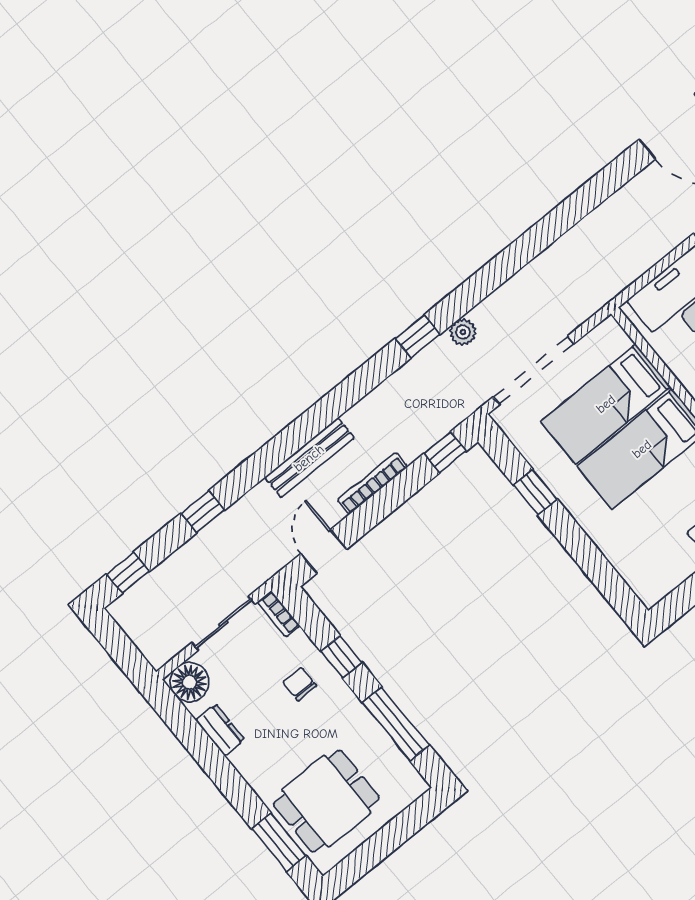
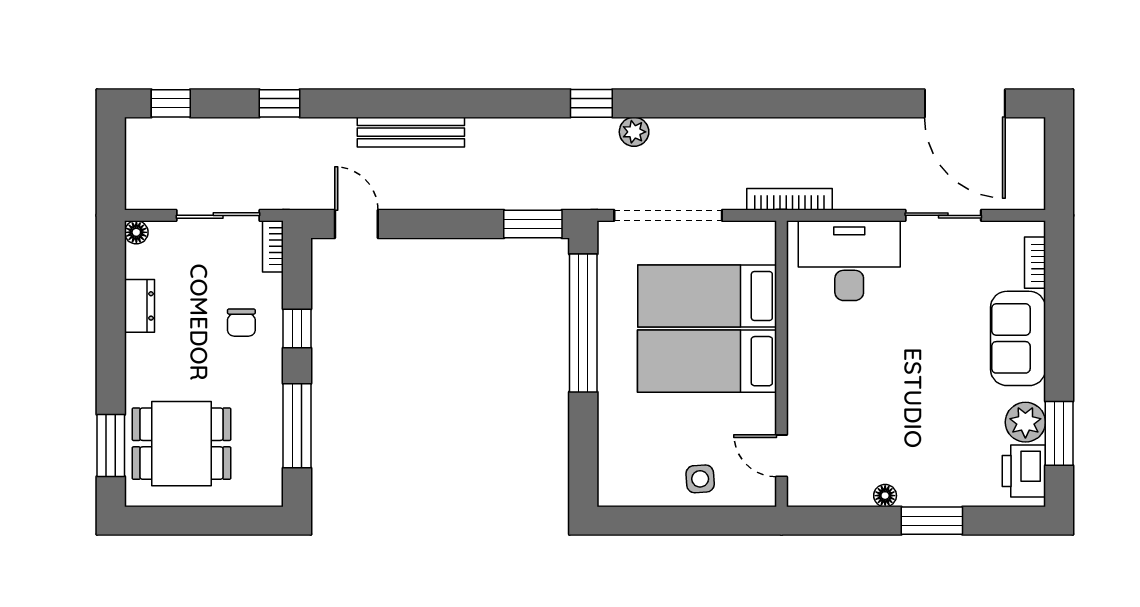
window: (445, 452) -> (533, 224), width x1.50
bookcase: (372, 483) -> (789, 199), moved
window: (535, 492) -> (583, 323), width x3.17
door: (324, 552) -> (356, 224), hinge flipped
floor lamp: (189, 682) -> (136, 232), width x0.53, depth x0.53
chair: (300, 684) -> (241, 323), turned 180

